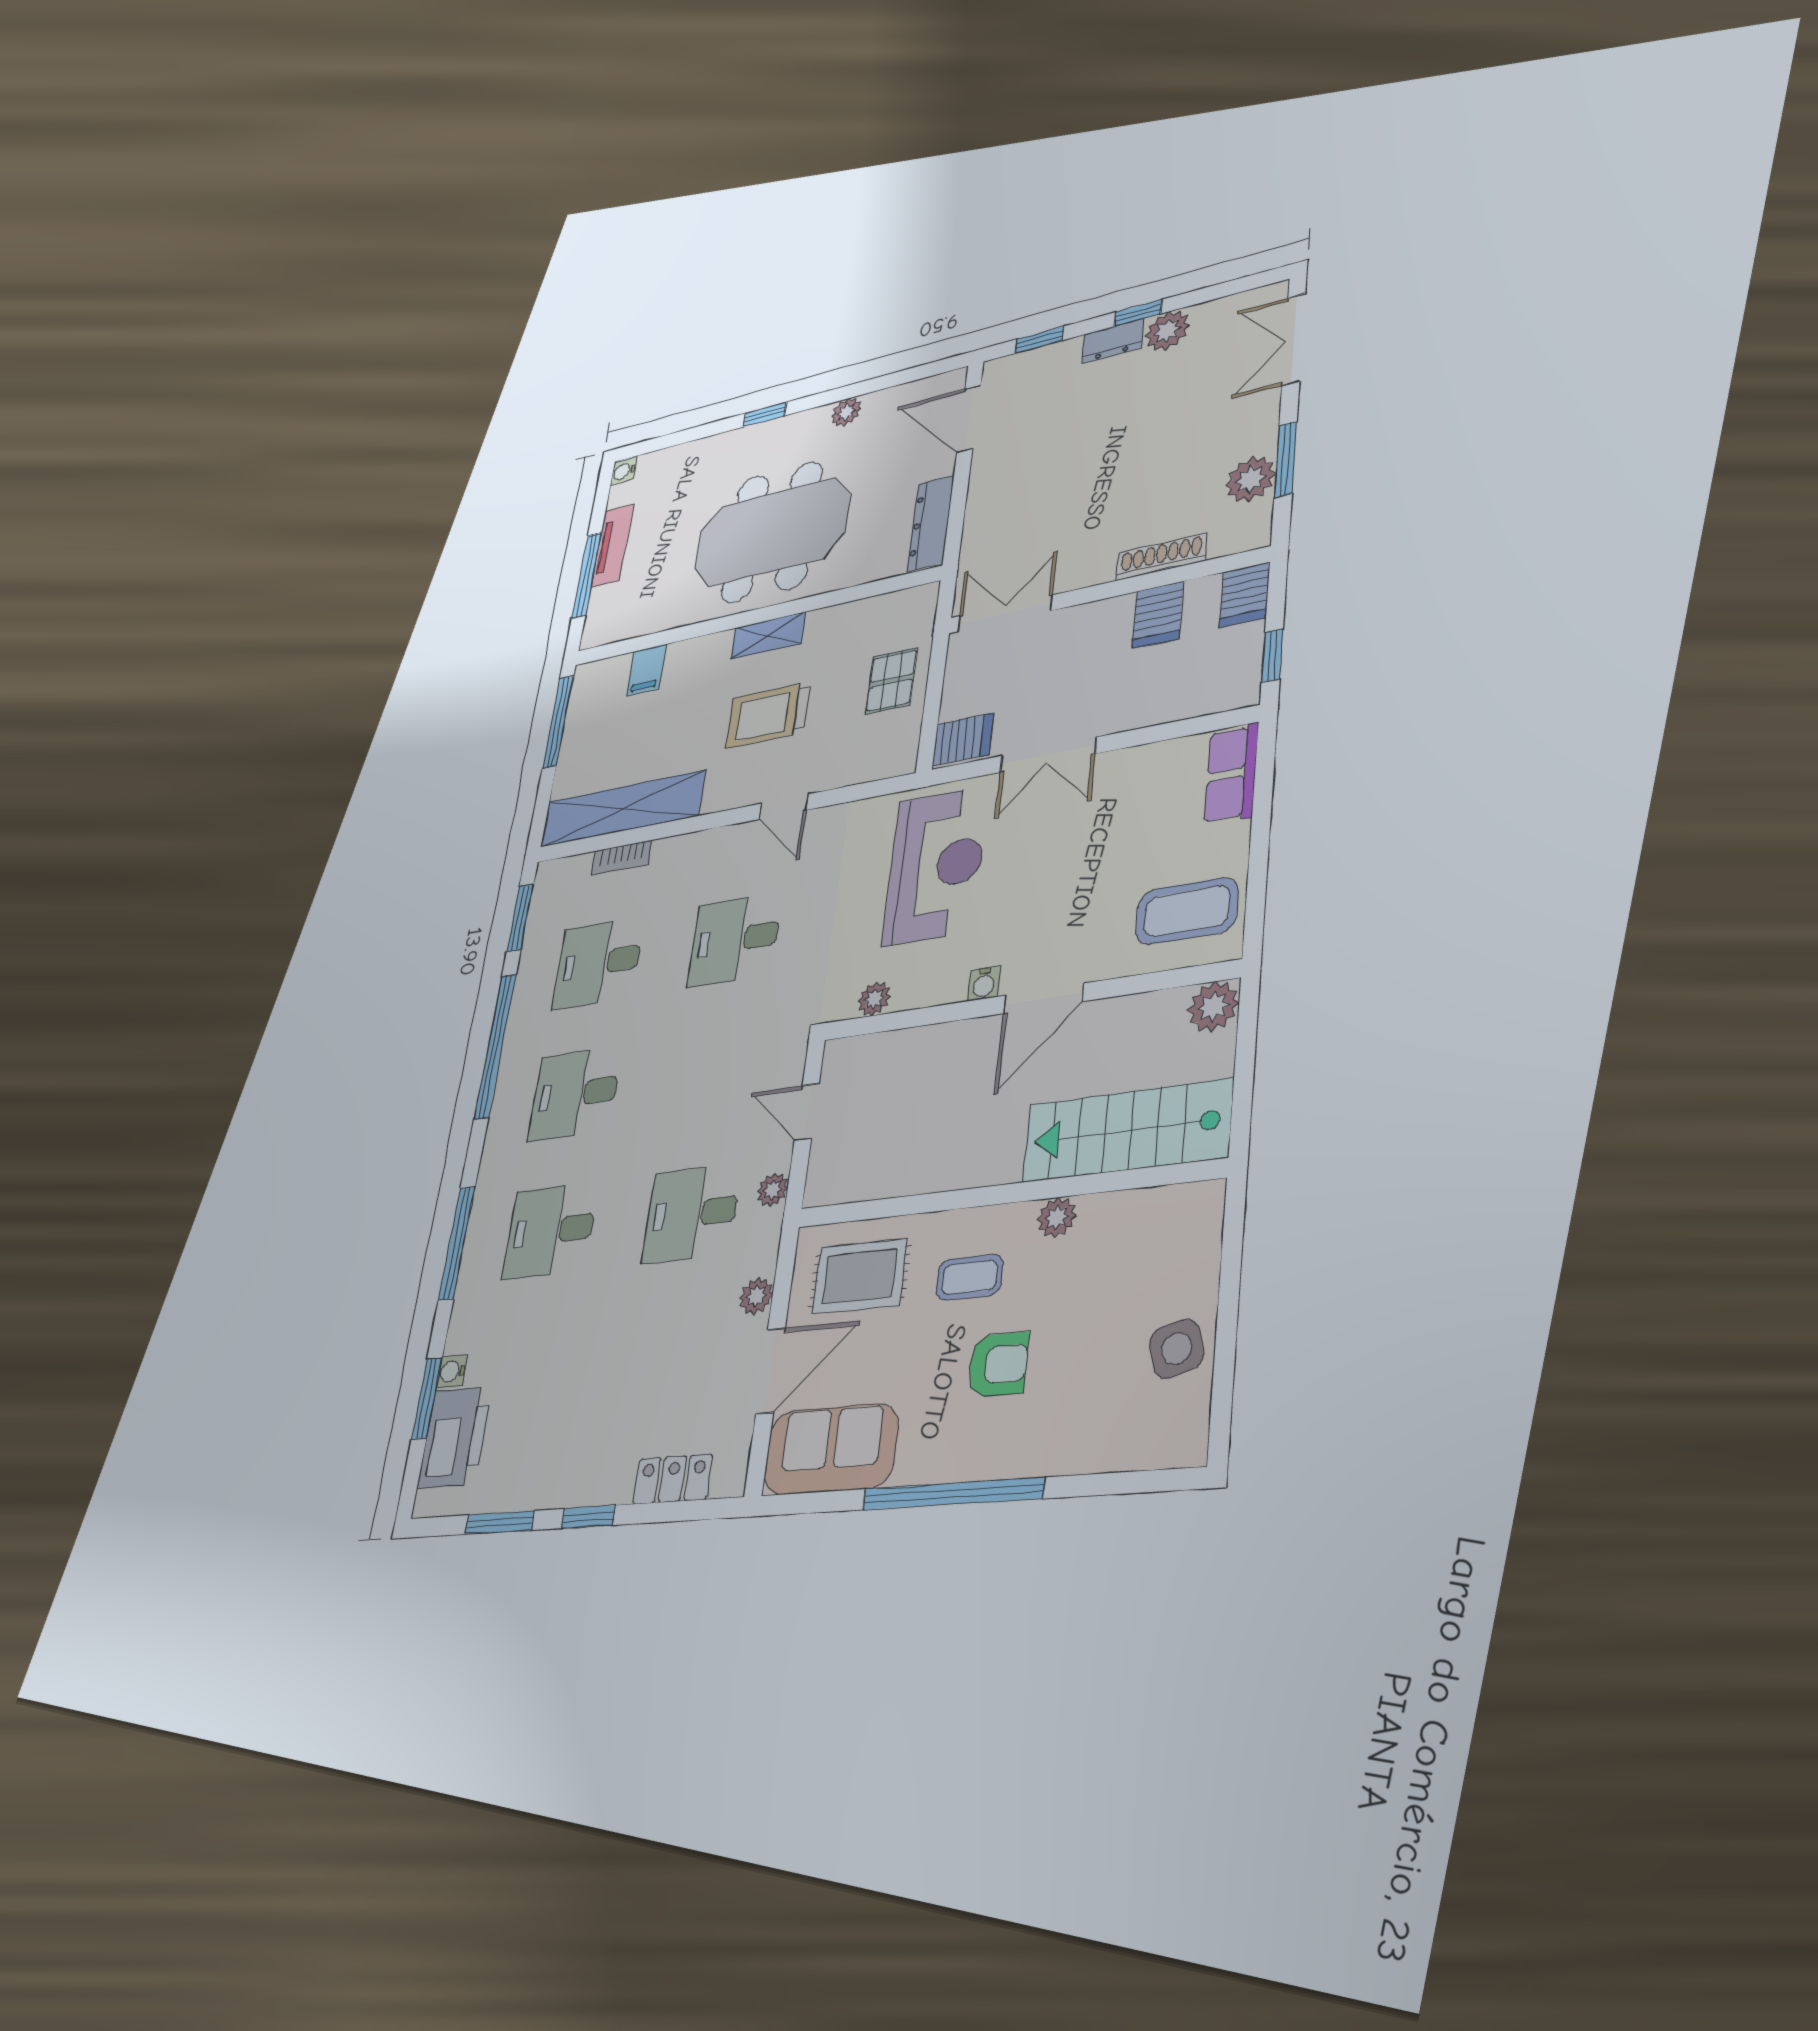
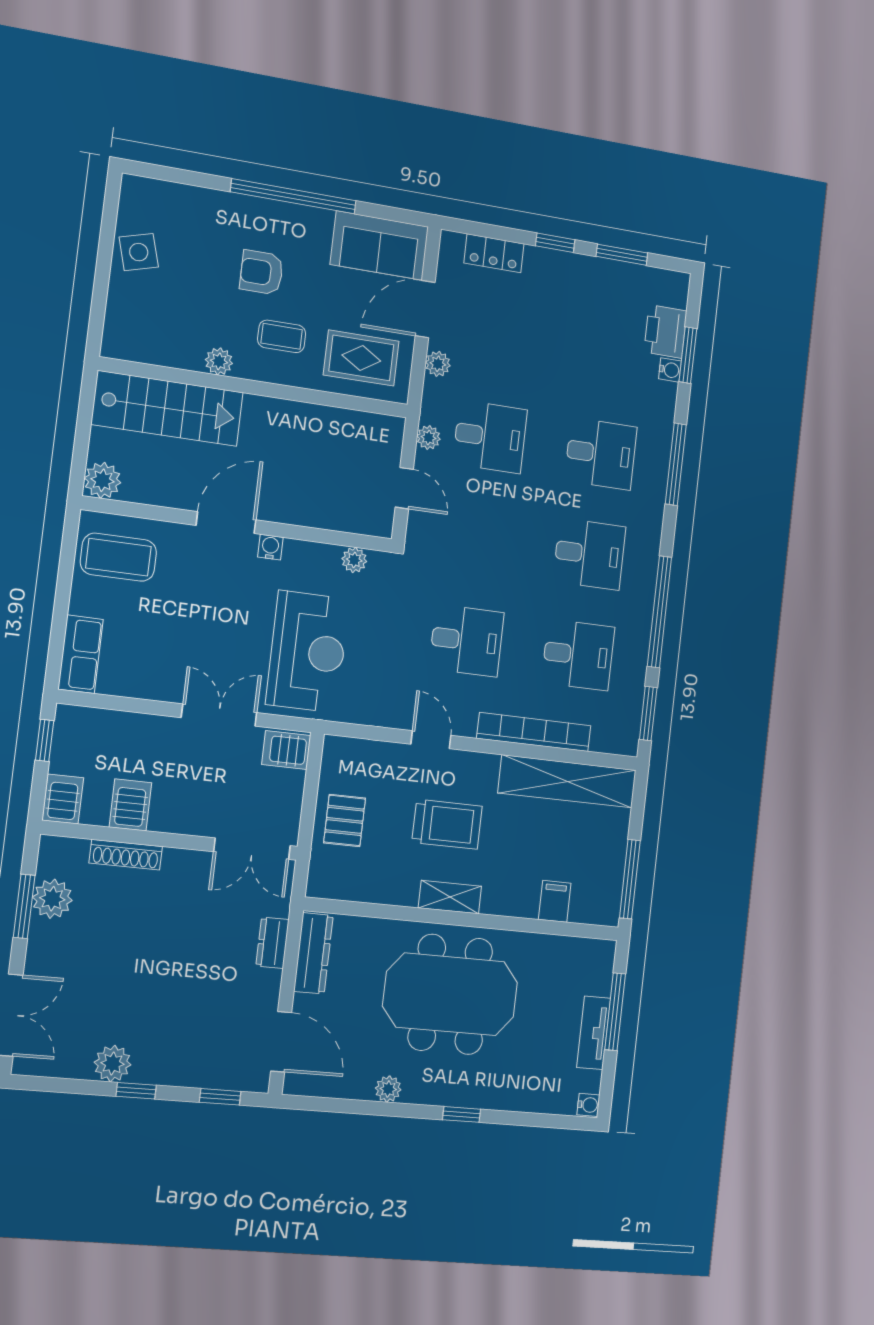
dresser: (1113, 341) -> (272, 943), moved, turned -90
bookcase: (621, 858) -> (534, 732), width x2.31, depth x1.31
reception desk: (936, 866) -> (308, 652), turned 180
printer: (455, 1437) -> (665, 331), width x0.73, depth x0.84

